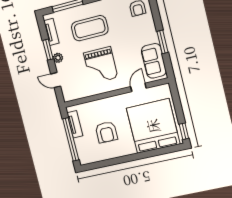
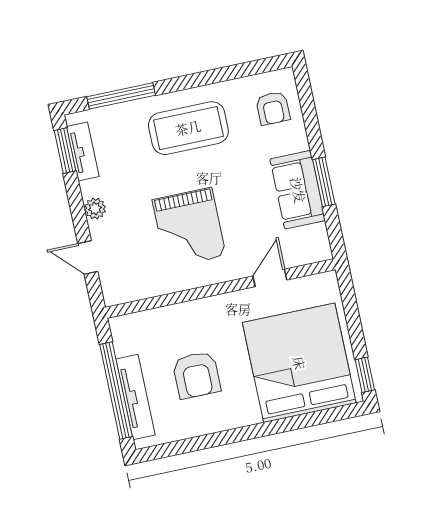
coffee table: (90, 28) -> (188, 128), moved
window: (48, 50) -> (65, 151), moved
sofa: (154, 61) -> (298, 190), moved
tv unit: (75, 124) -> (135, 397), moved, width x1.41

